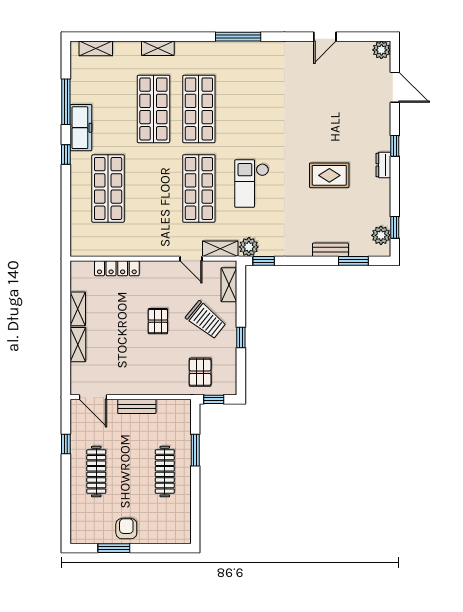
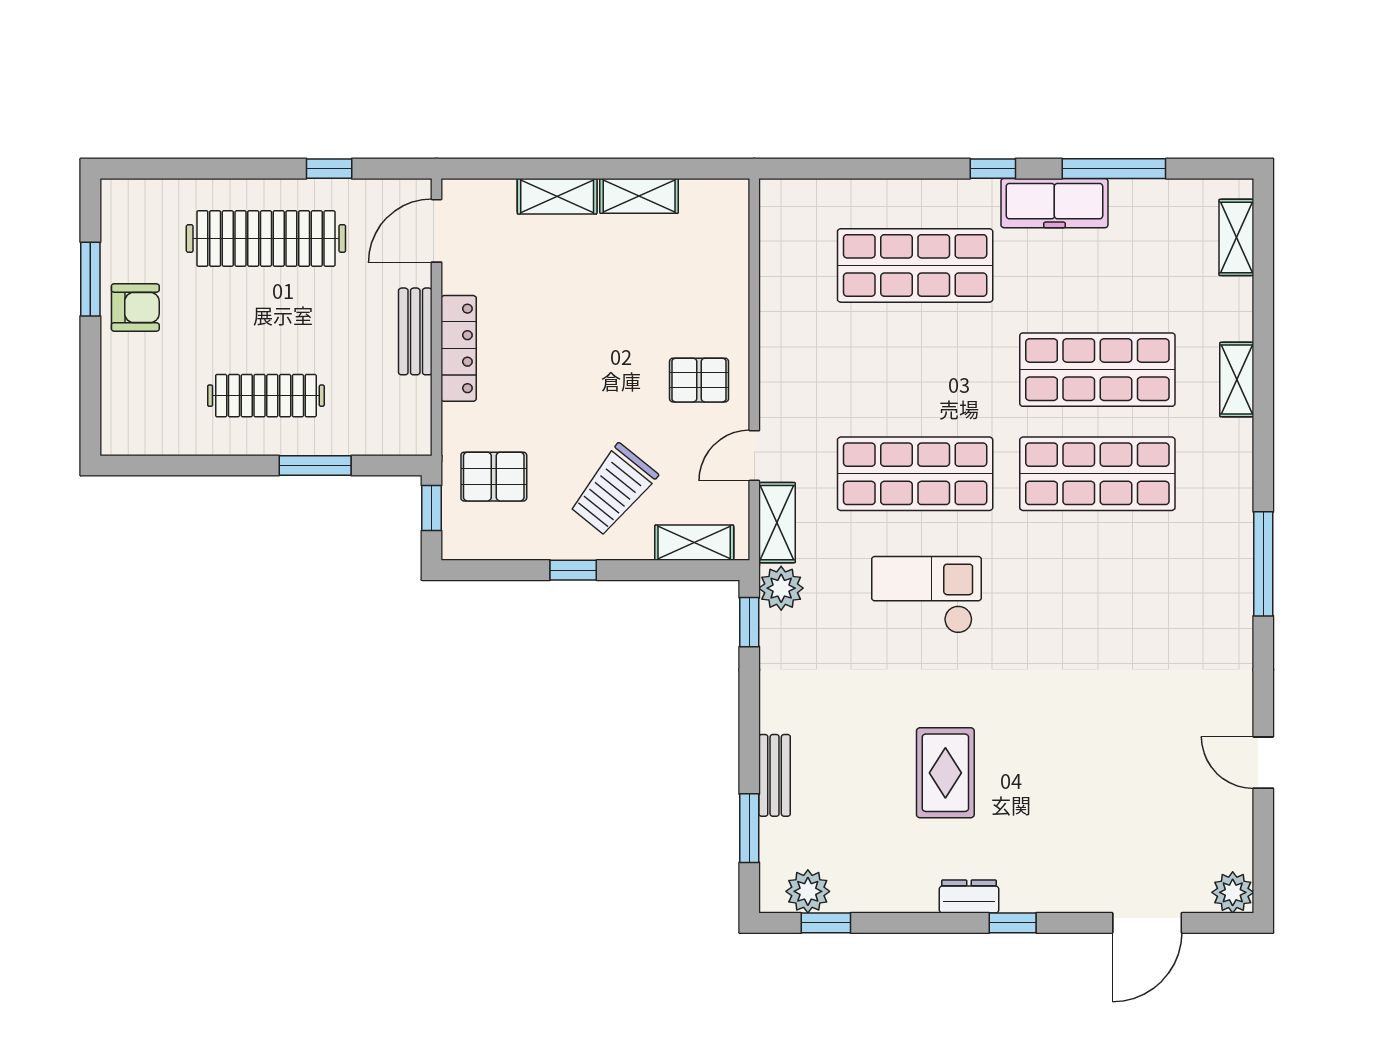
locker: (117, 268) -> (459, 348), moved, turned 180
pallet: (158, 321) -> (699, 380), moved
clothes rail: (96, 472) -> (266, 238), width x1.37, depth x1.31

